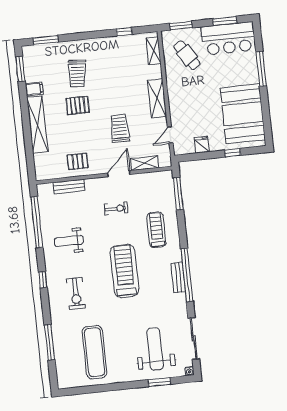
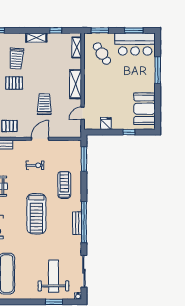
booth: (243, 114) -> (145, 109), width x0.73, depth x0.70
shelving: (144, 163) -> (36, 38), moved
treadmill: (124, 271) -> (36, 214), turned 180

